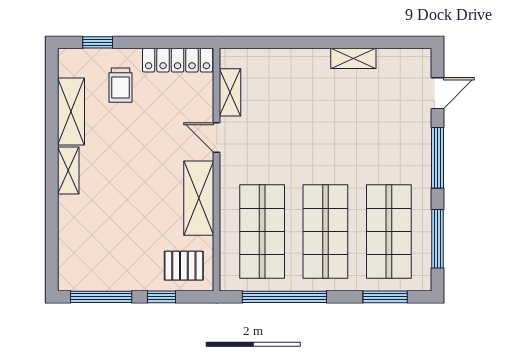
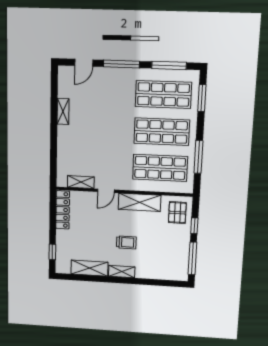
trolley: (121, 85) -> (126, 242), moved
door: (437, 93) -> (84, 63), swing flipped
window: (284, 297) -> (198, 157), width x0.68

